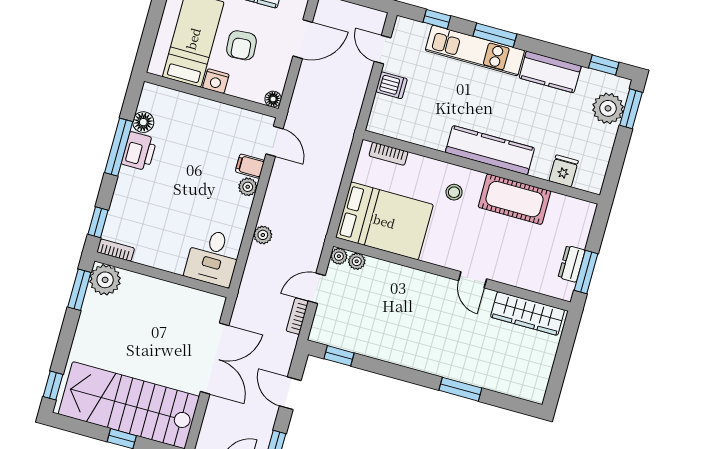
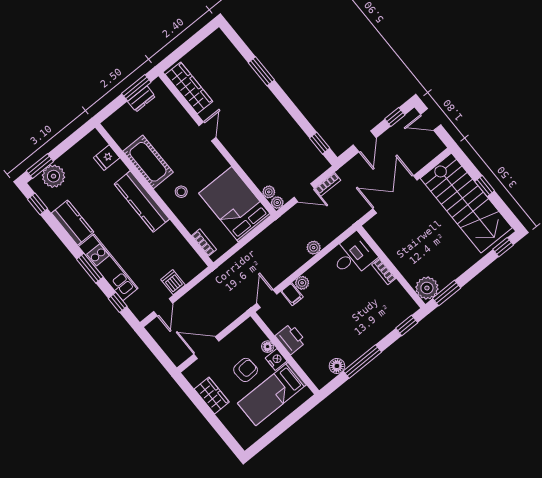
floor lamp: (273, 99) -> (268, 347), moved
printer: (139, 151) -> (291, 339), moved, turned 90
bookcase: (116, 250) -> (384, 272), moved

